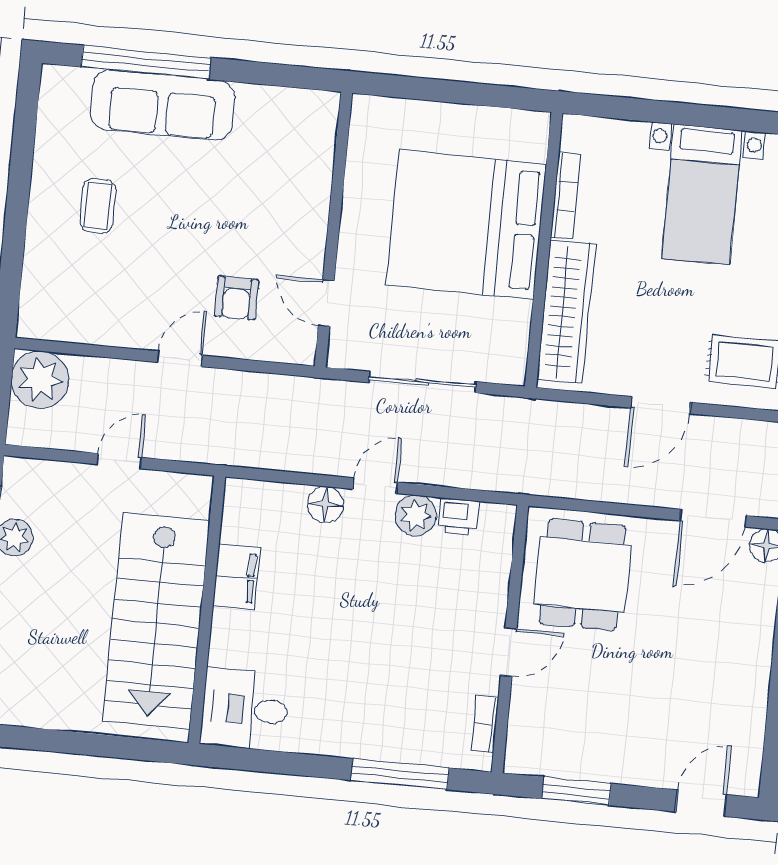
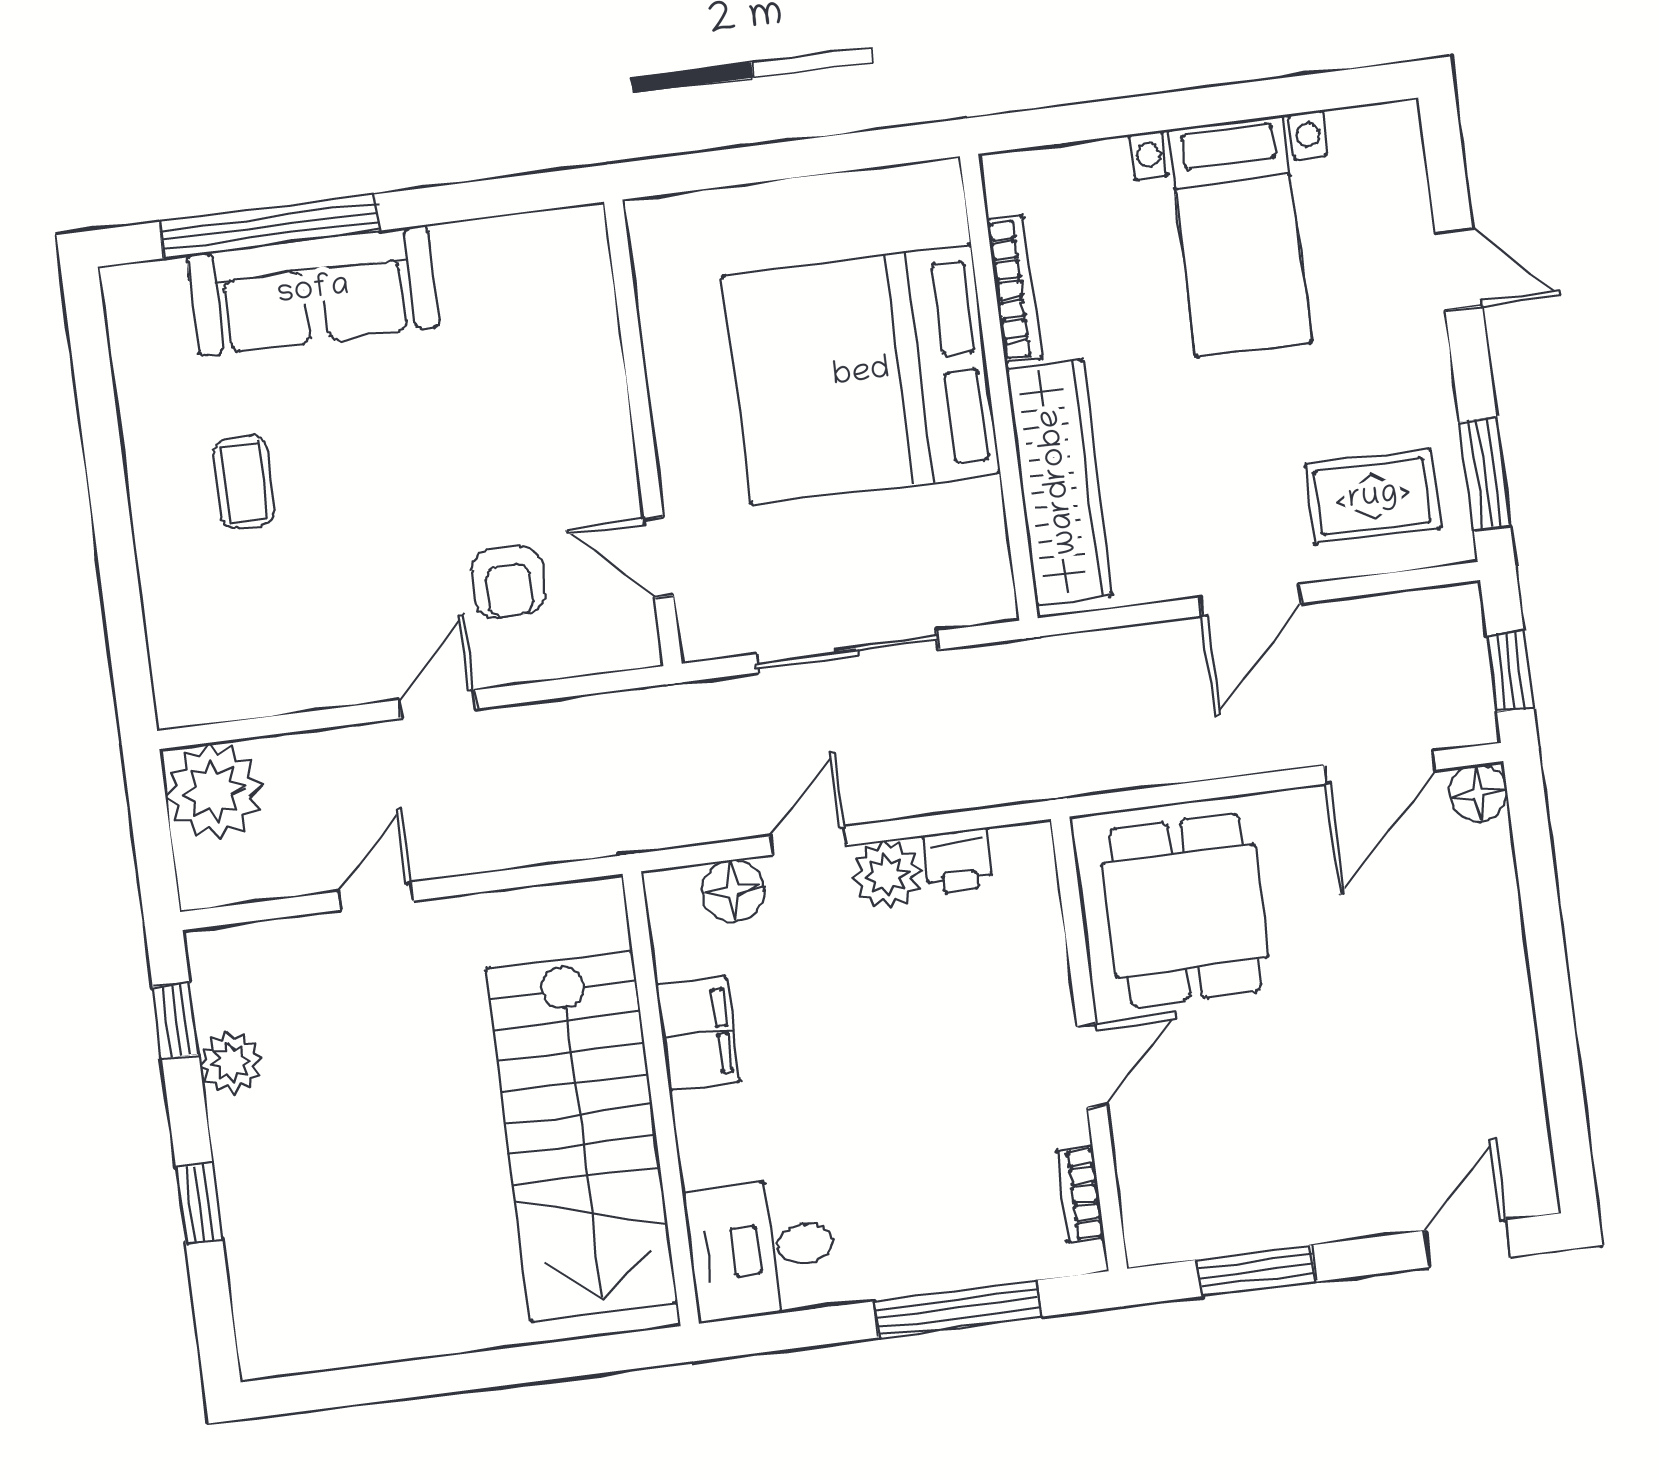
filing cabinet: (236, 577) -> (697, 1033), moved
wall: (207, 610) -> (661, 1099), moved
stairs: (156, 621) -> (582, 1136), moved
desk: (245, 709) -> (761, 1249), moved

